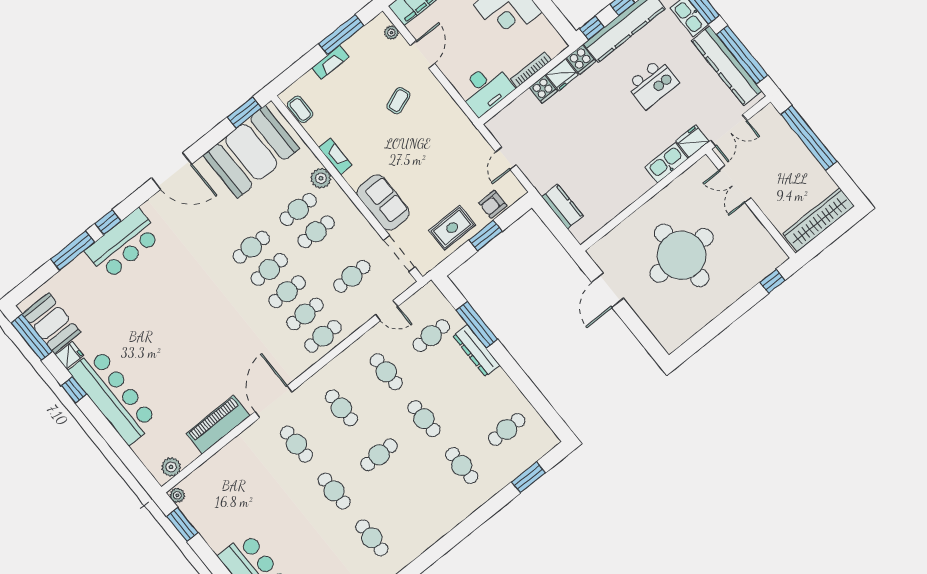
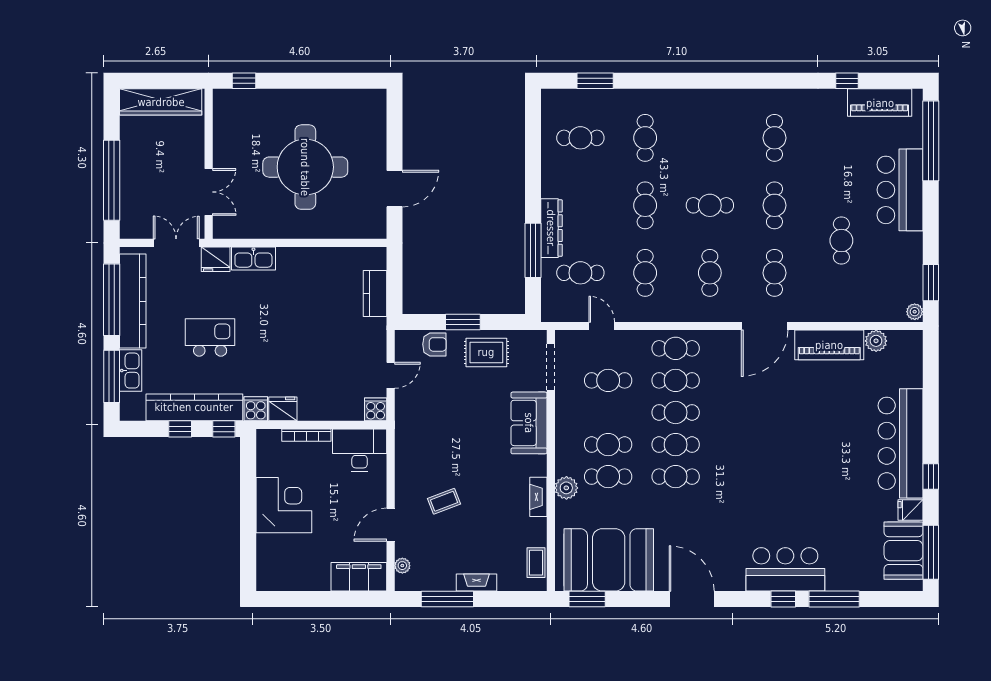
cooker: (543, 89) -> (376, 409), moved
plant: (171, 467) -> (876, 341), moved
cafe table: (268, 504) -> (841, 241), added

